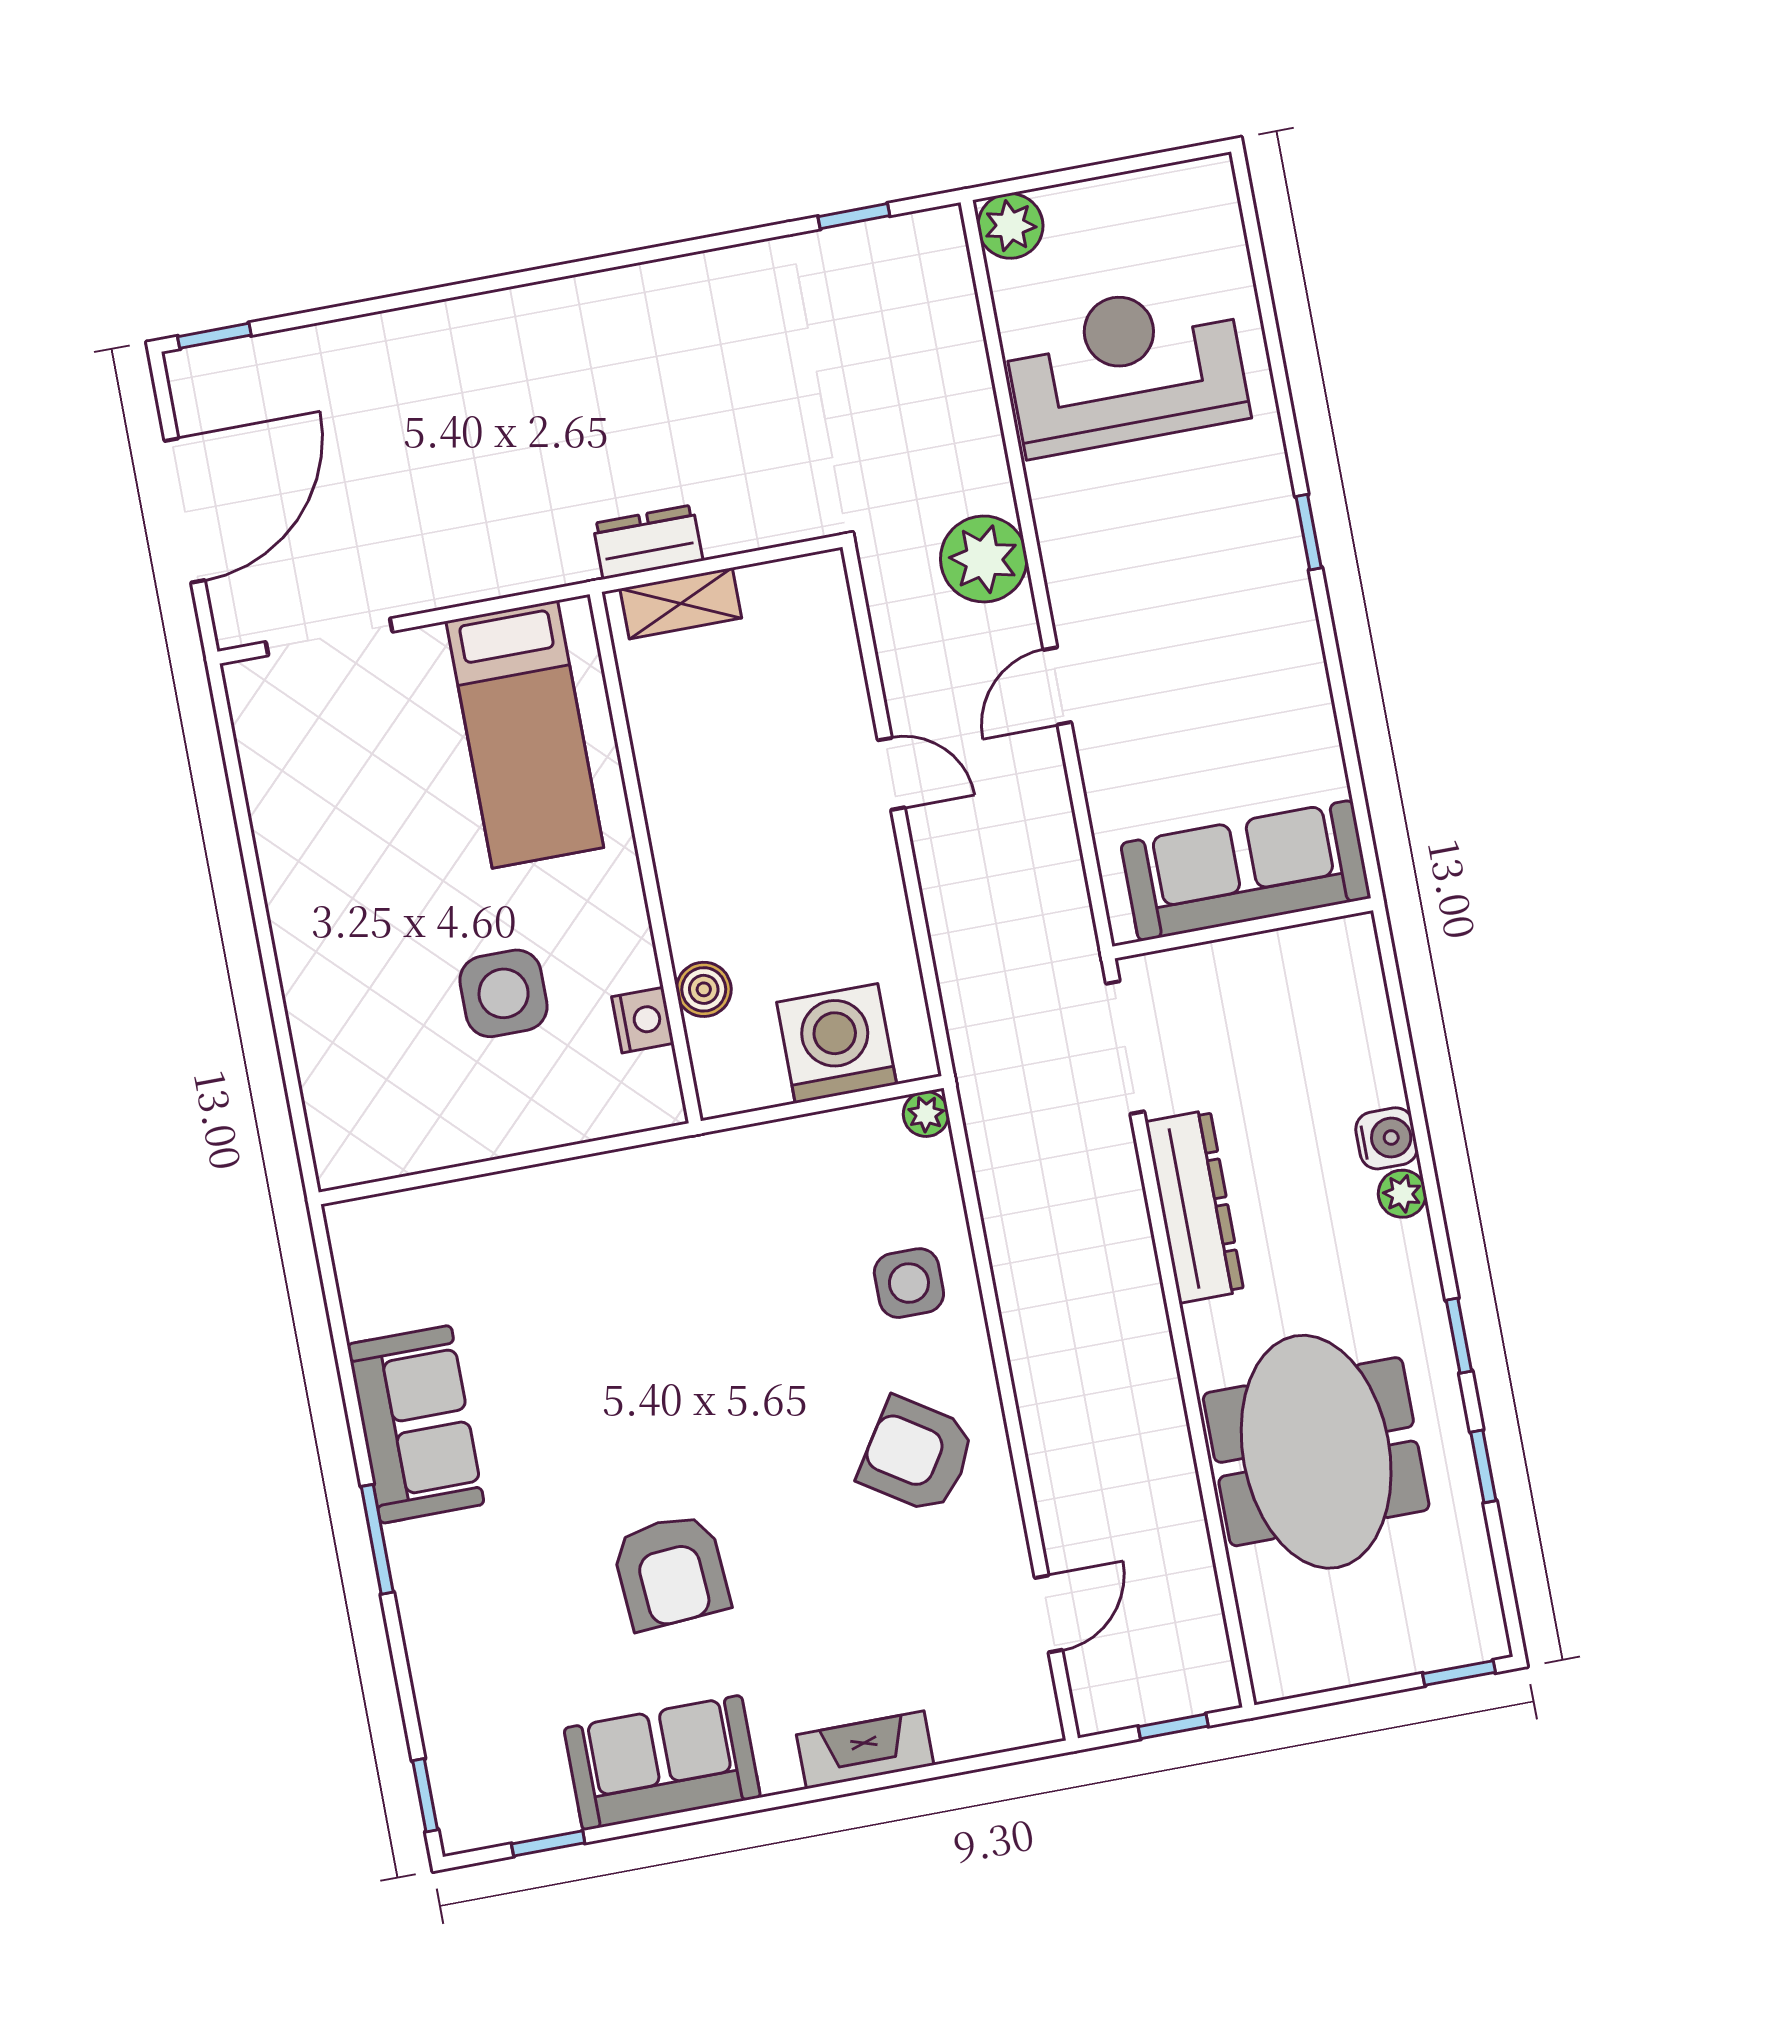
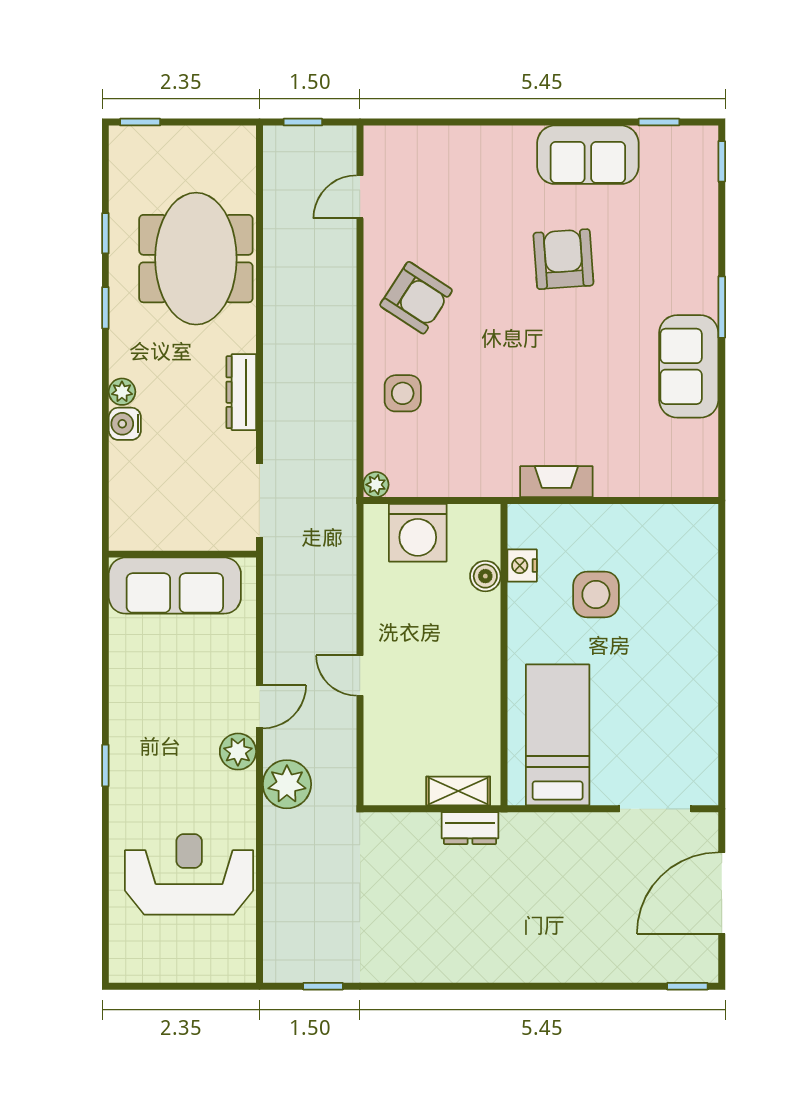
plant: (1010, 226) -> (238, 752), moved
reception desk: (1126, 368) -> (189, 874), turned 180
dresser: (1195, 1207) -> (241, 392), width x0.73, depth x0.80
fireplace: (865, 1750) -> (556, 482), moved, turned 180

